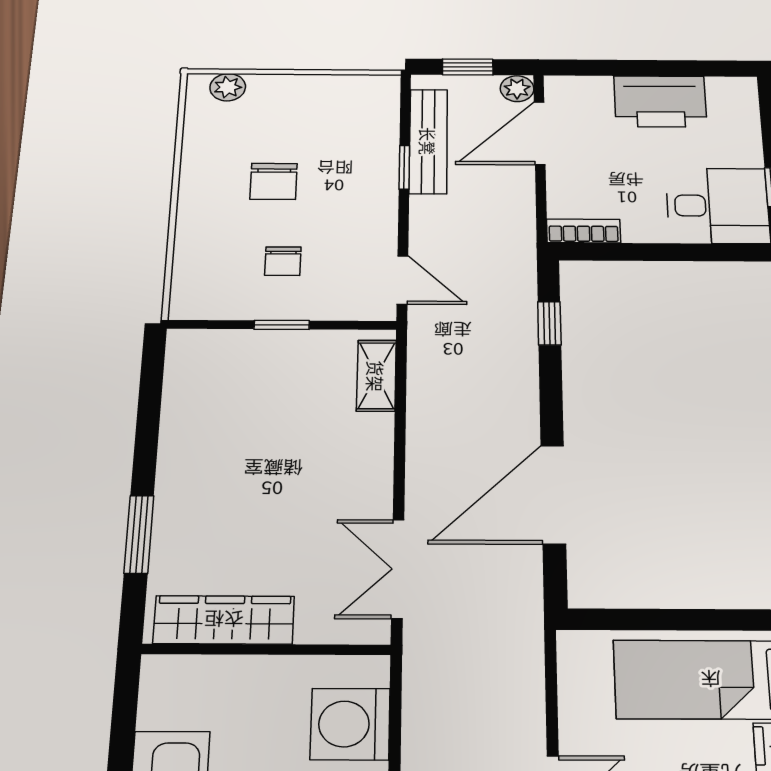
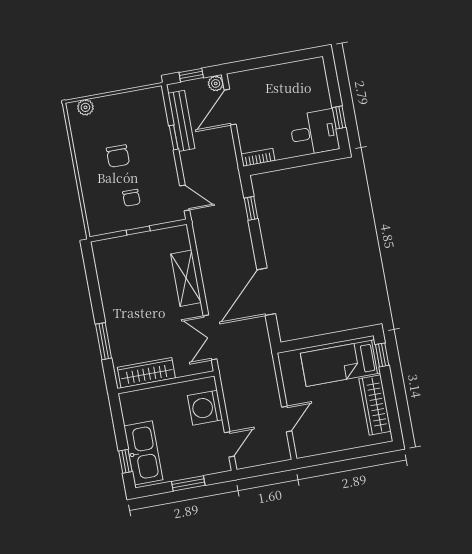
printer: (660, 101) -> (281, 79), removed
shelving: (376, 376) -> (186, 278), moved, width x1.50, depth x1.33

